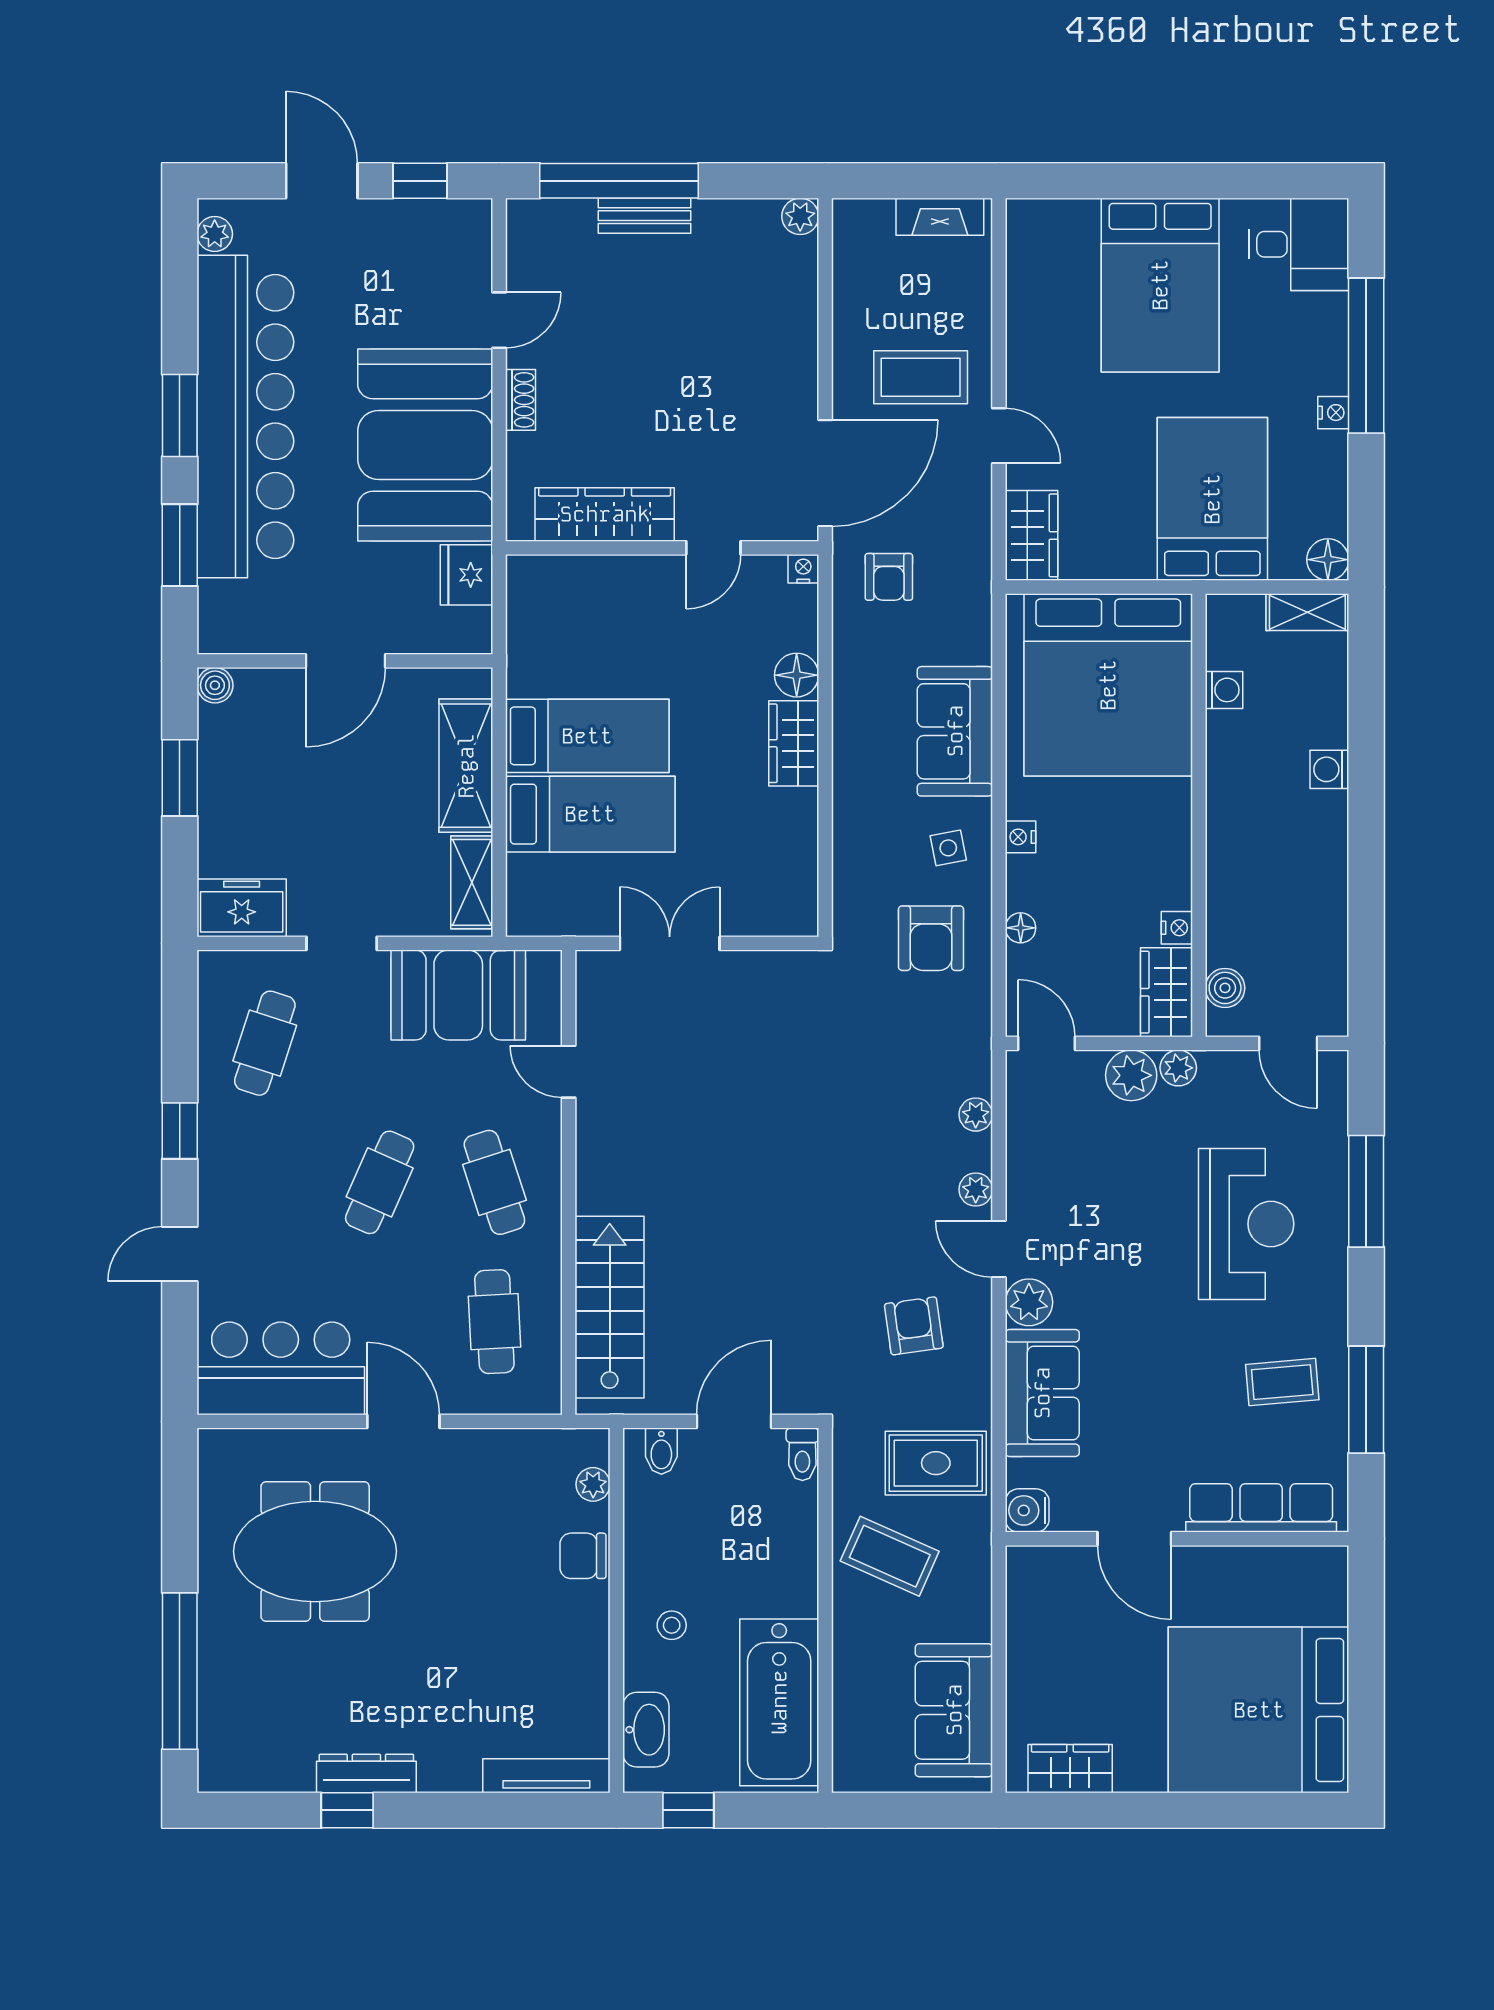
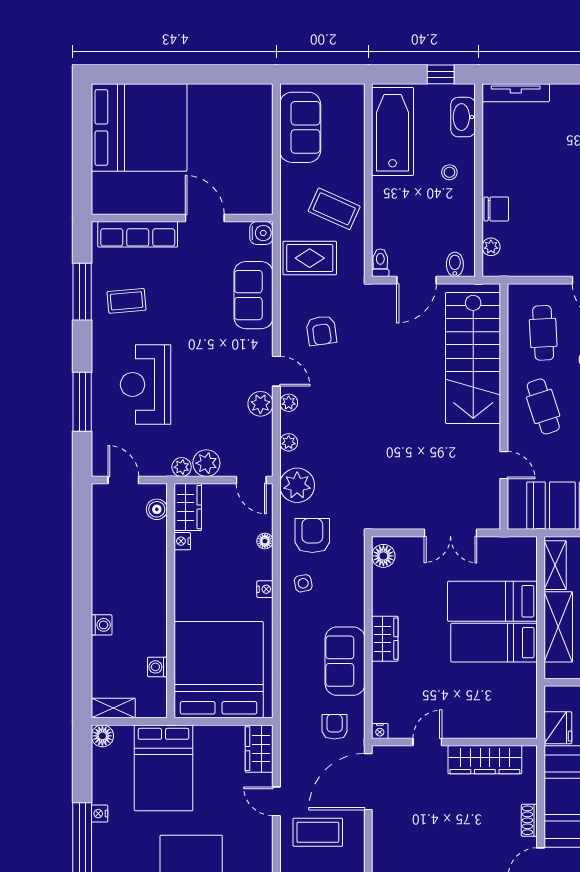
floor lamp: (797, 675) -> (383, 556), moved
sofa: (955, 731) -> (345, 661), moved, turned 180
plant: (960, 1033) -> (297, 485), added
plant: (1029, 1302) -> (260, 404), moved
stairs: (610, 1307) -> (473, 358), width x1.36, depth x1.51
wardrobe: (1070, 1769) -> (239, 96), removed

